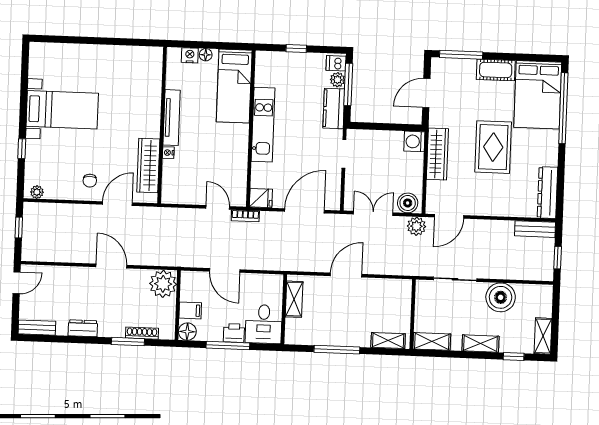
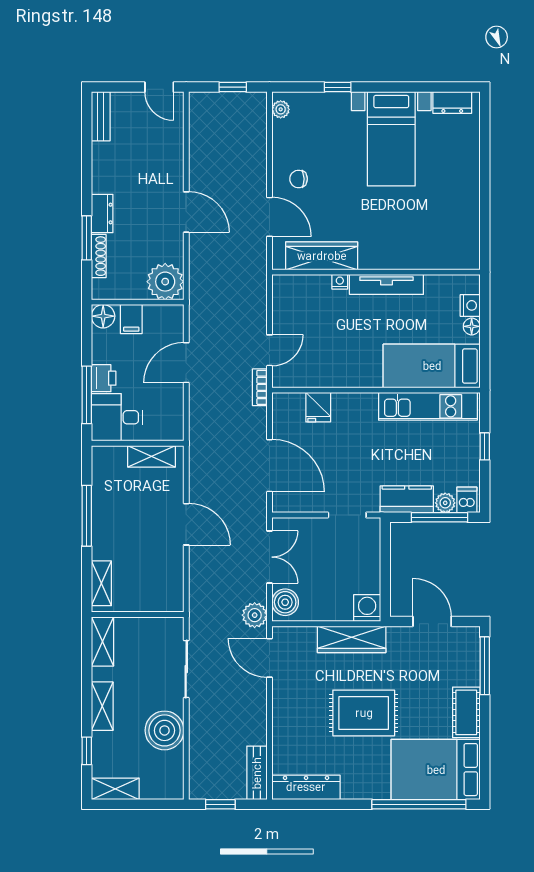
dresser: (37, 63) -> (452, 103), added
kitchen unit: (263, 125) -> (428, 406), moved
fridge: (261, 198) -> (318, 407), moved
door: (111, 266) -> (186, 212), hinge flipped
dresser: (83, 328) -> (102, 213), moved
window: (228, 345) -> (87, 395), moved

